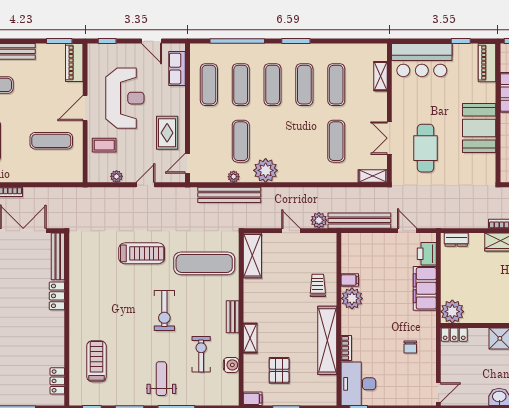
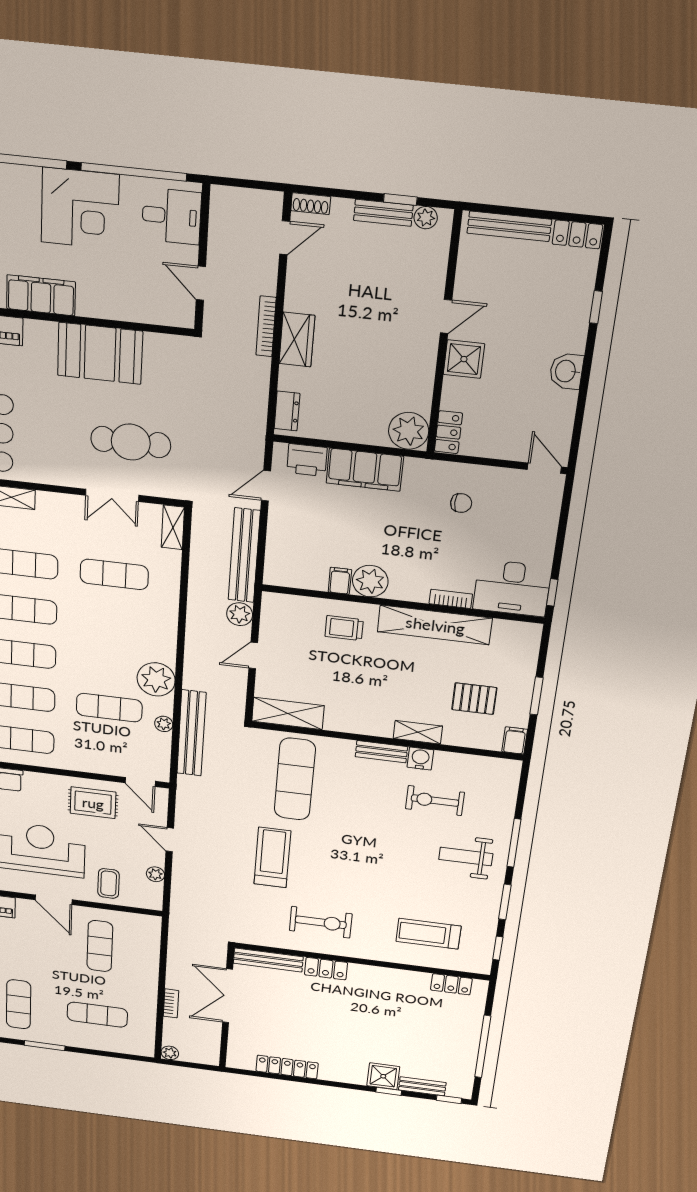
exercise bike: (164, 311) -> (321, 922), moved
water cooler: (231, 365) -> (420, 758), moved

